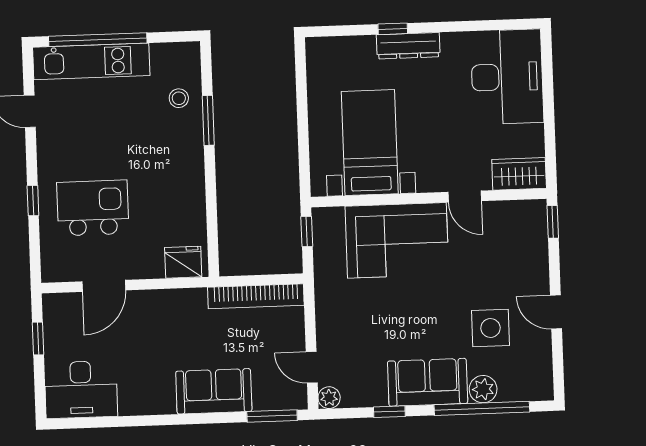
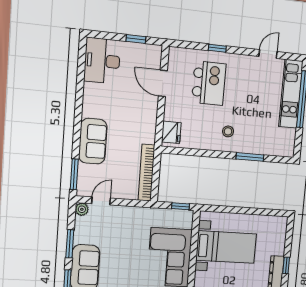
stool: (179, 98) -> (228, 131), moved
window: (389, 412) -> (70, 244), width x1.50

